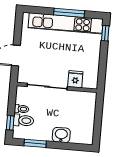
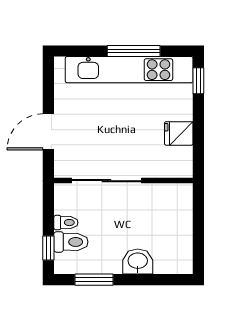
fridge: (75, 79) -> (179, 133), moved, turned -90

